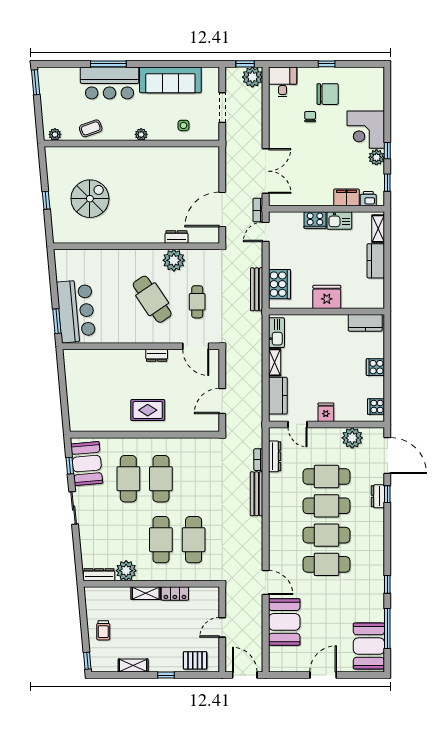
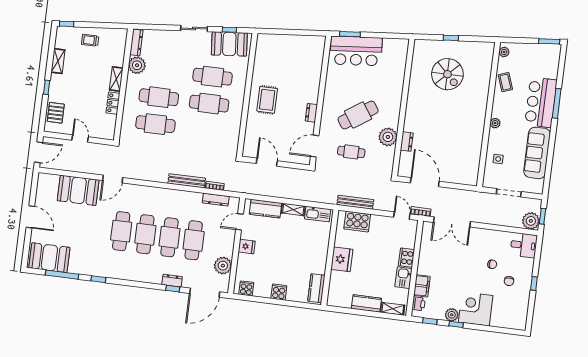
chair: (328, 94) -> (509, 281), width x0.54, depth x0.54

